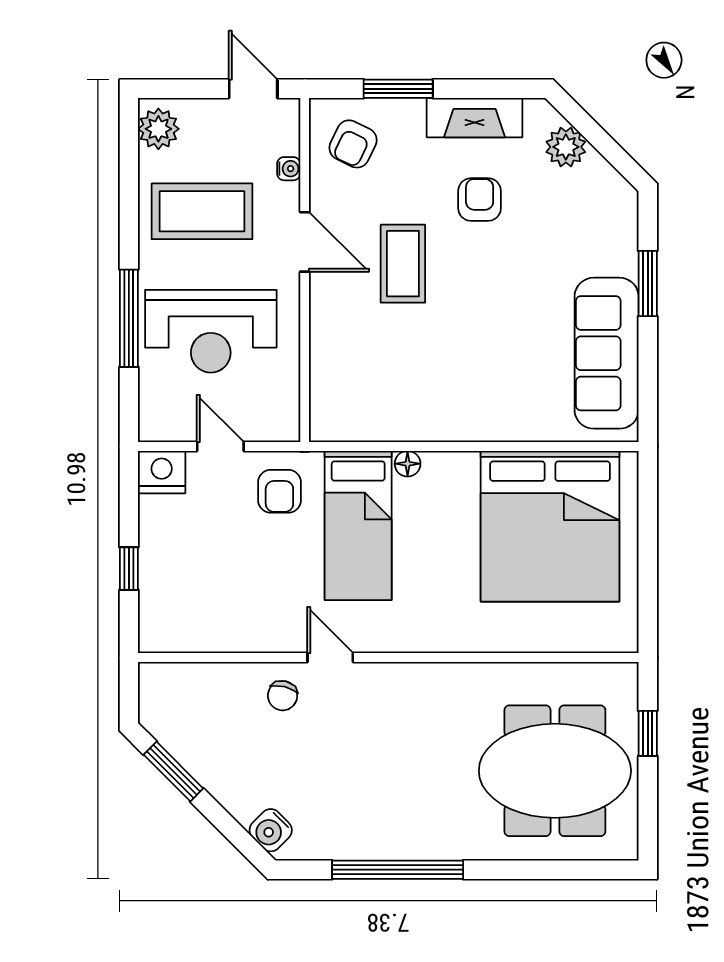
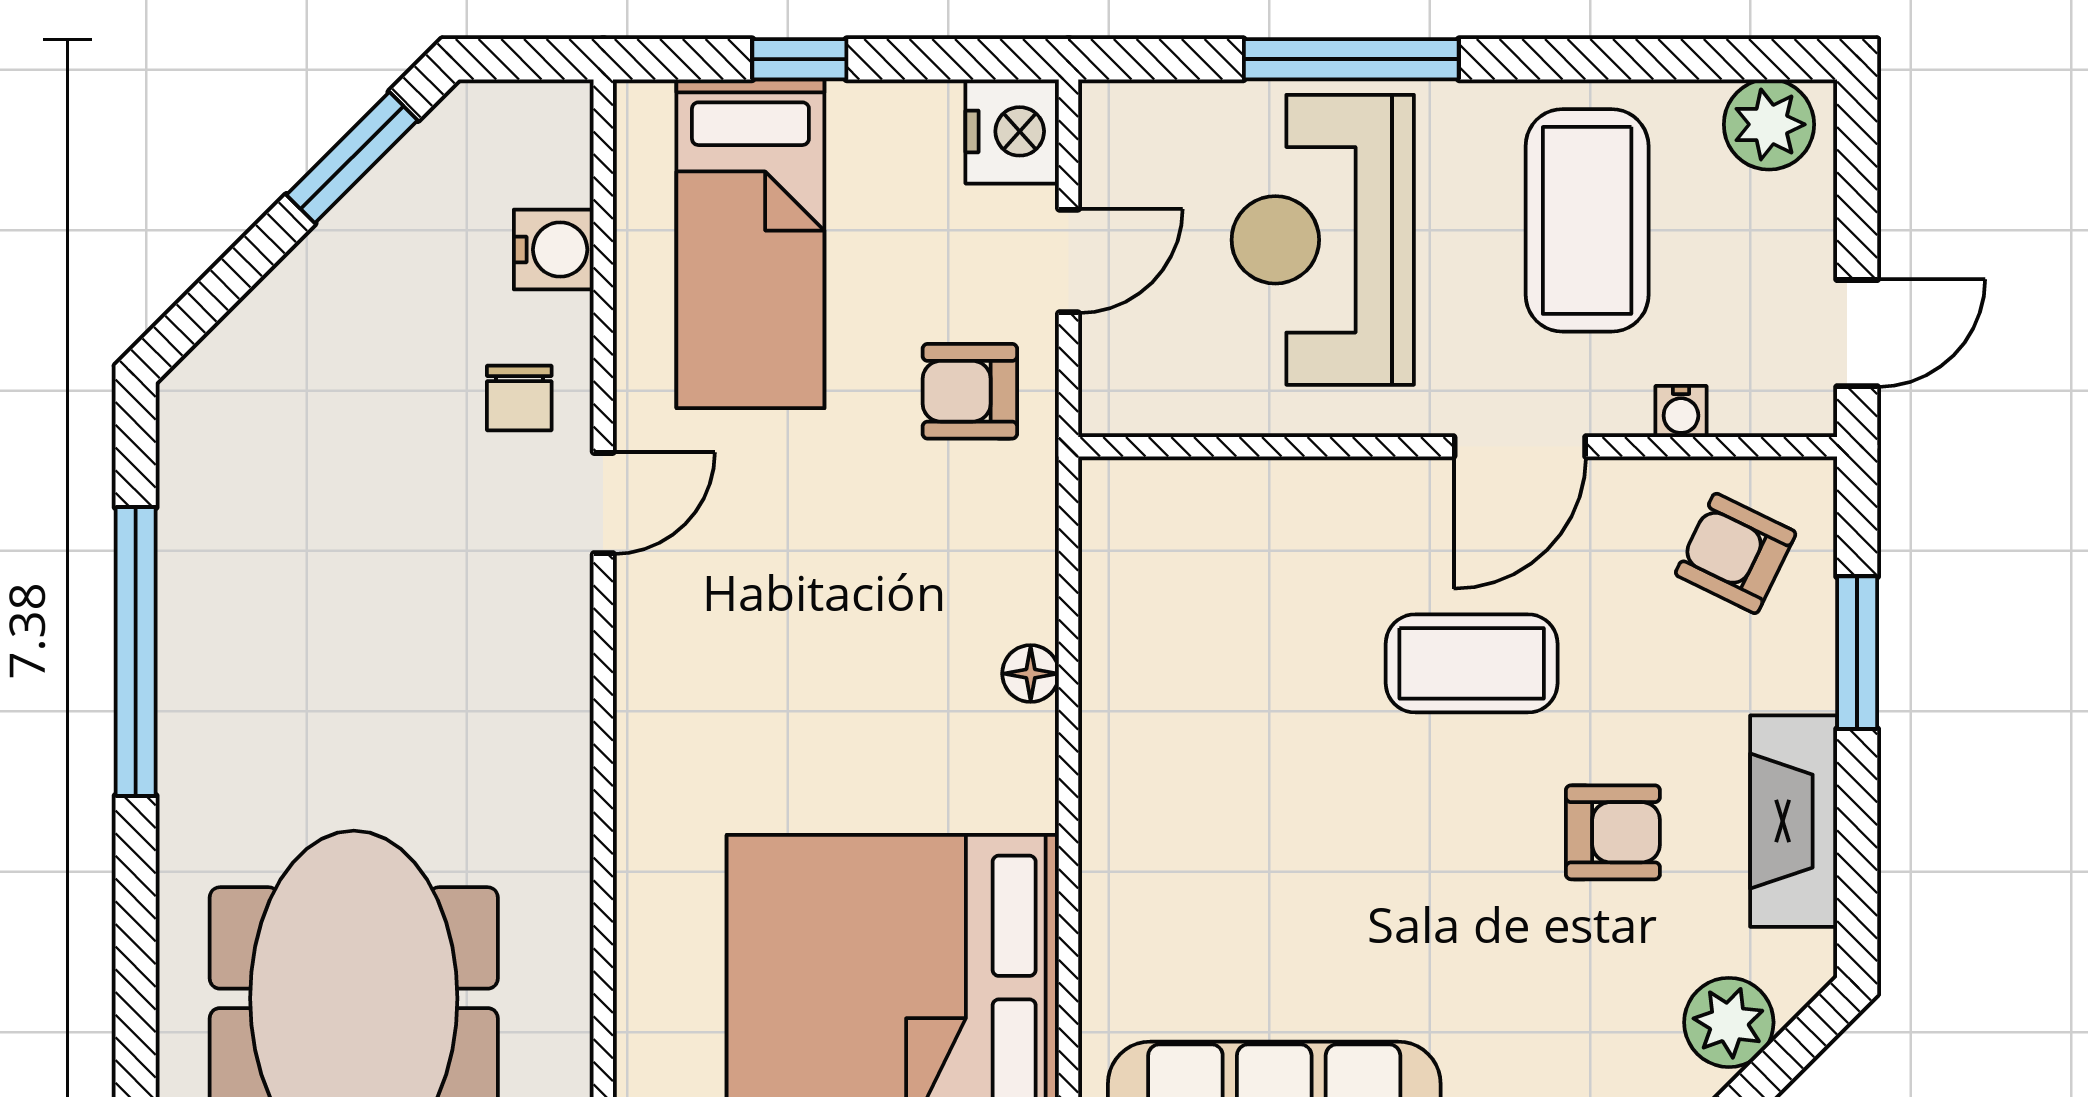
bed: (358, 525) -> (750, 244), moved, turned -90
chair: (283, 696) -> (519, 398), turned -104
water cooler: (271, 830) -> (554, 250), moved, turned 135

